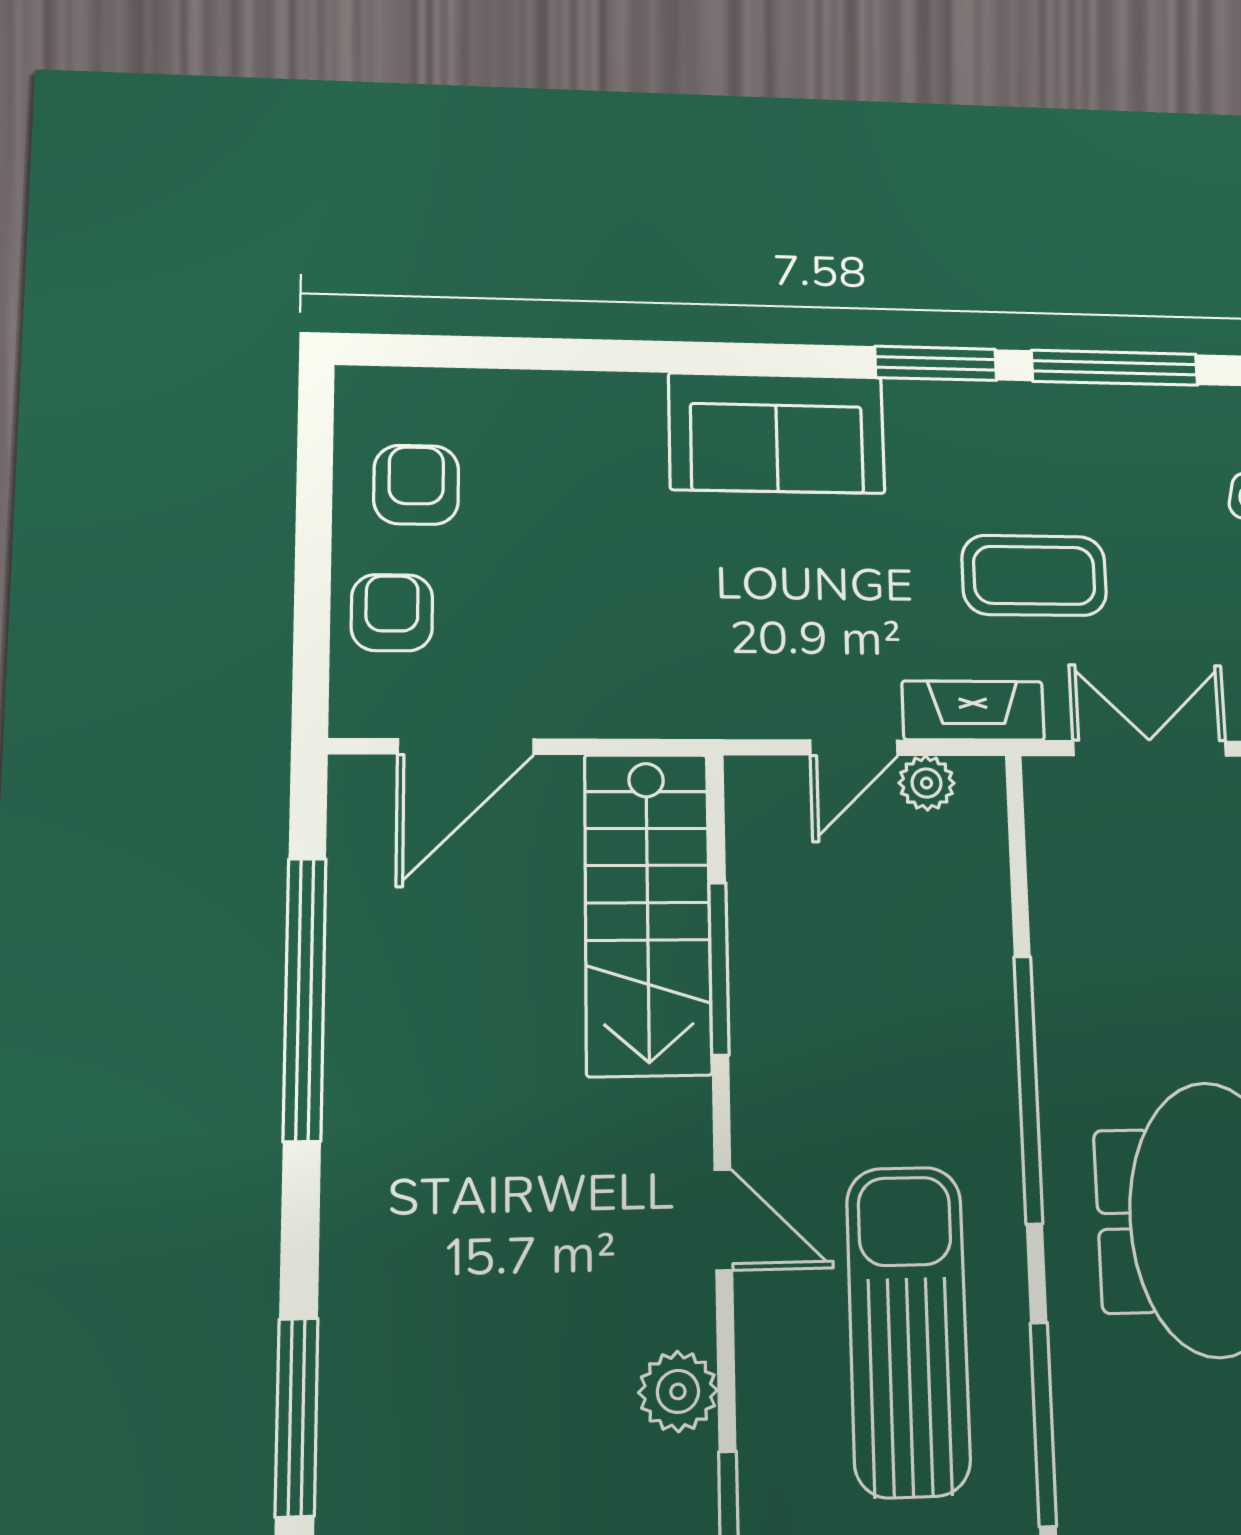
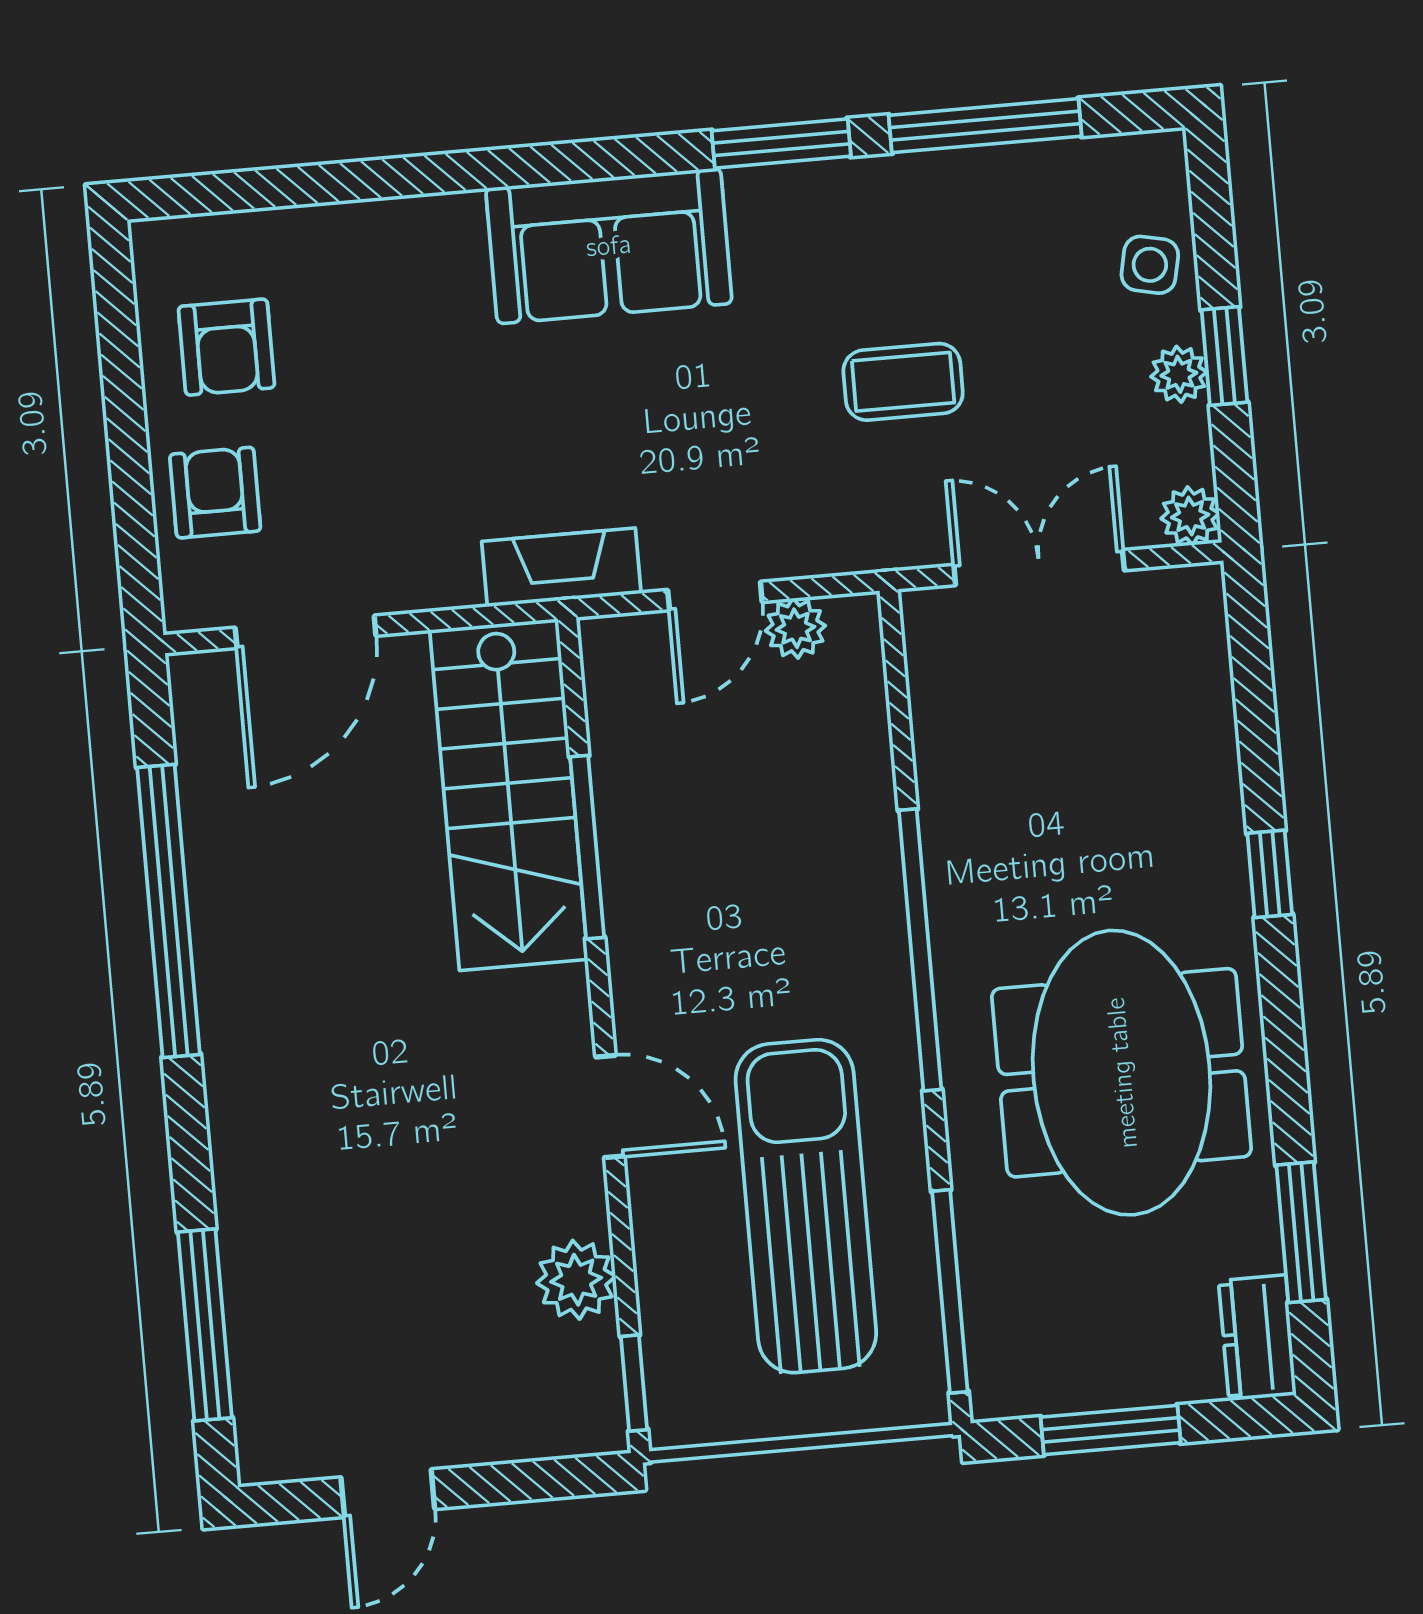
armchair: (416, 485) -> (226, 347), turned 180
coffee table: (1034, 575) -> (903, 382), width x0.73, depth x0.77
fireplace: (973, 711) -> (561, 567), moved

